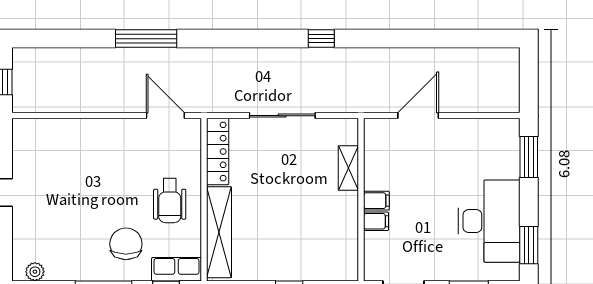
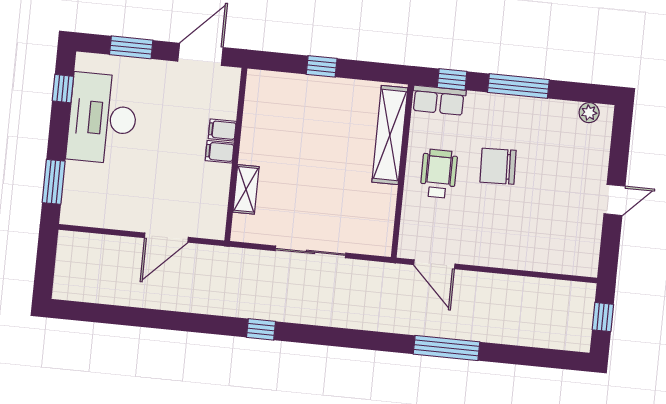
locker: (218, 152) -> (383, 221), removed
chair: (126, 244) -> (498, 166), moved, turned 88
window: (529, 245) -> (63, 89), width x0.67

